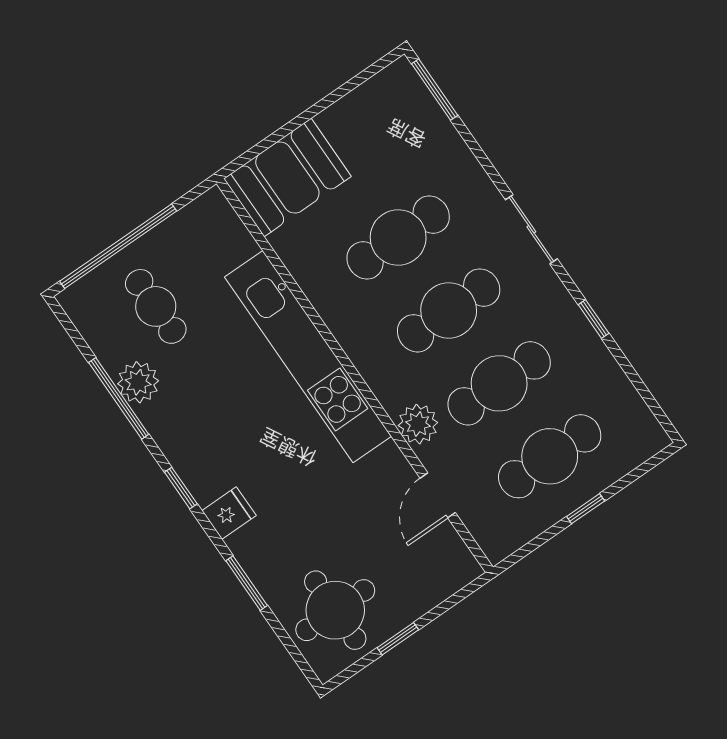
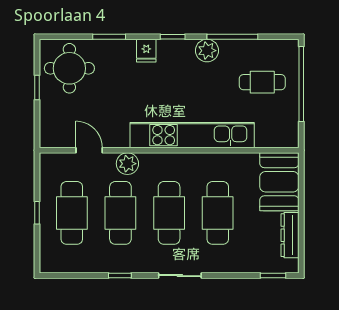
window: (435, 89) -> (273, 276), width x0.67
dresser: (357, 106) -> (290, 235), added
plant: (138, 382) -> (207, 51), moved

